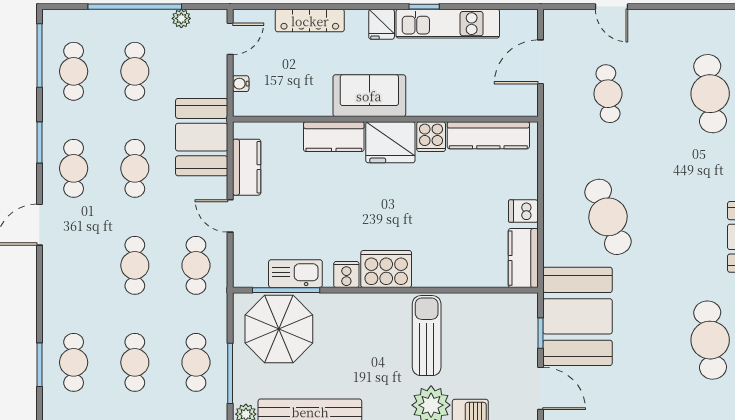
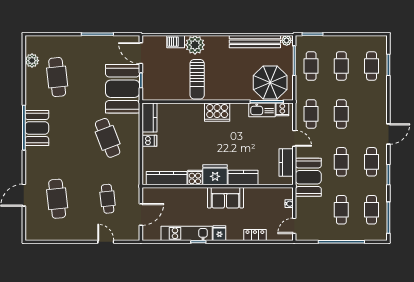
plant: (181, 18) -> (318, 236), removed
locker: (310, 21) -> (255, 235), width x0.66
cooker: (346, 275) -> (282, 109), moved

